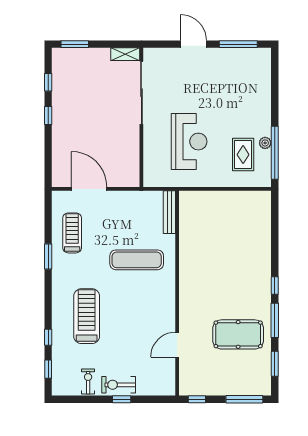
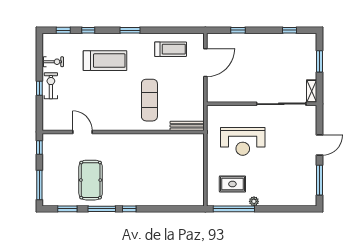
window: (75, 44) -> (320, 61), moved
window: (48, 116) -> (238, 30), moved
plant: (265, 143) -> (254, 201), moved
window: (48, 257) -> (130, 30), moved

